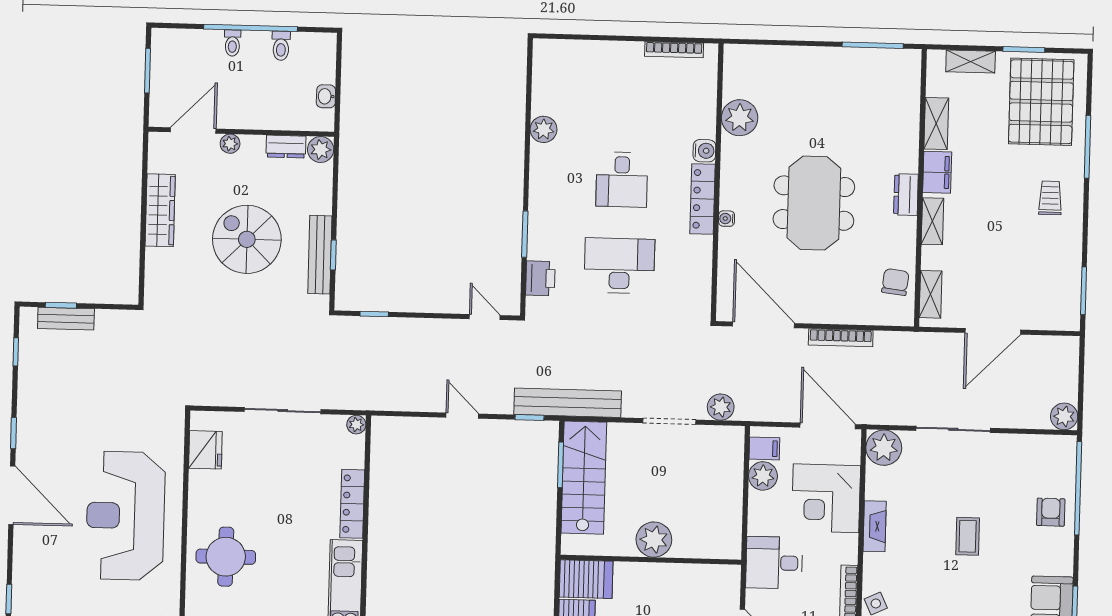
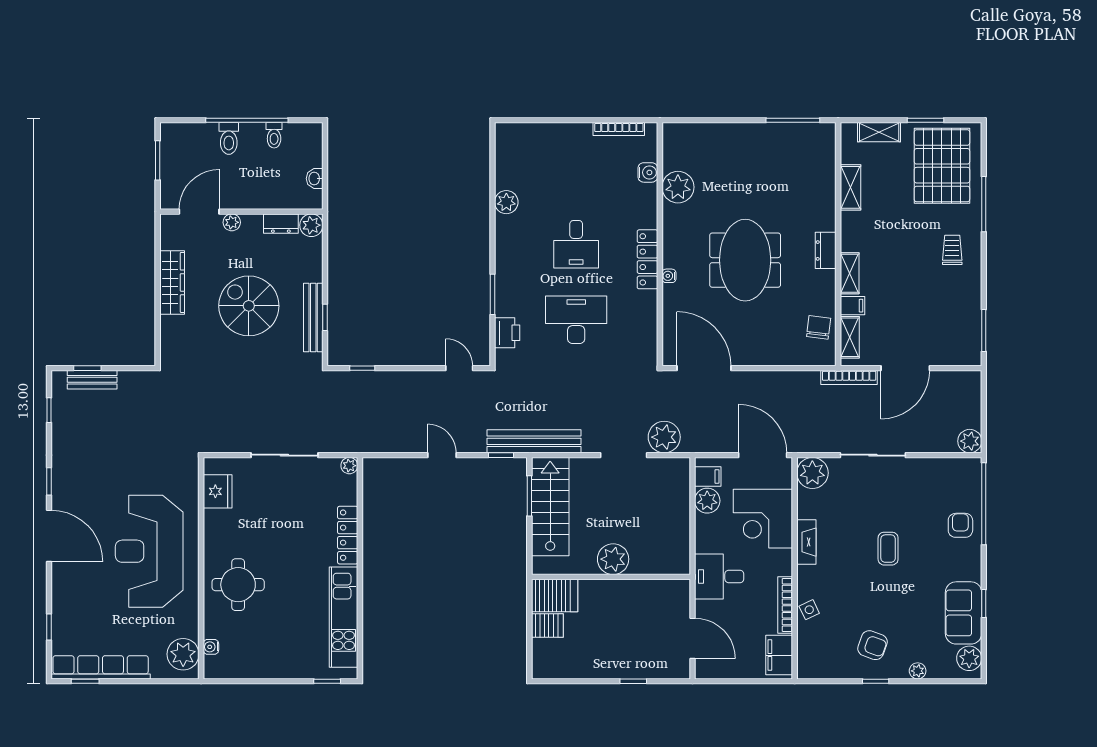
toilet: (232, 43) -> (229, 138), width x1.37, depth x1.39
water cooler: (704, 151) -> (648, 172), moved
filing cabinet: (937, 172) -> (852, 306), moved, width x0.50
bookcase: (841, 338) -> (849, 378), moved
plant: (721, 407) -> (664, 437), width x1.36, depth x1.36

